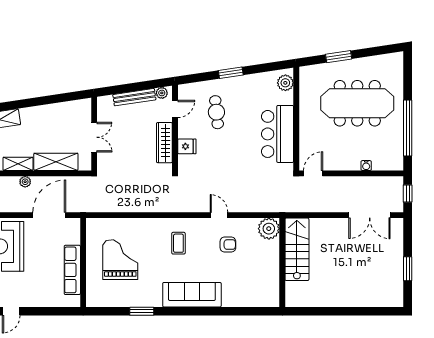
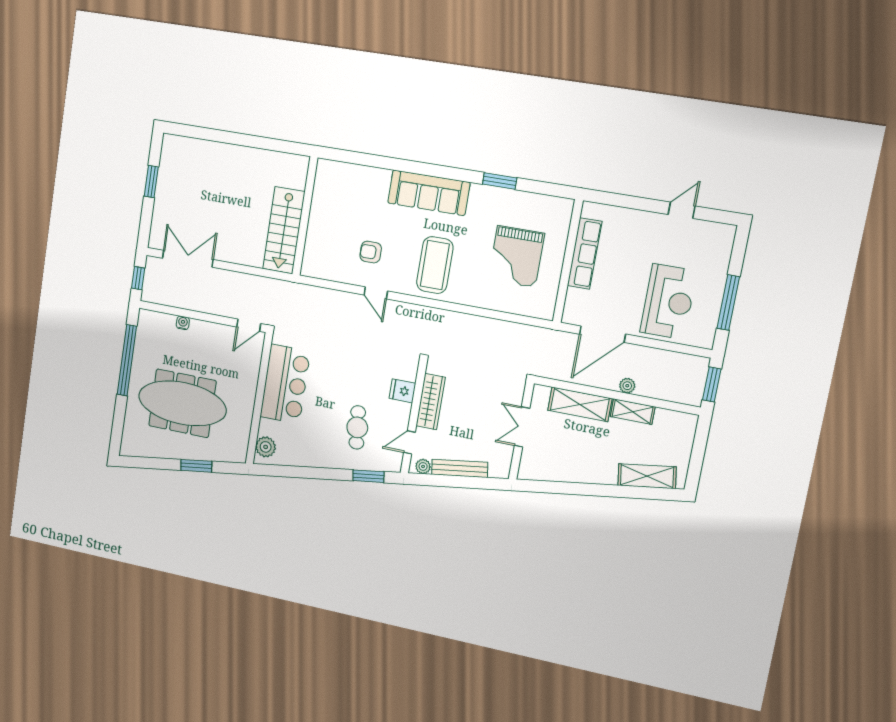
window: (231, 73) -> (368, 476), moved
plant: (269, 229) -> (315, 264), removed
coffee table: (178, 243) -> (435, 265), width x1.86, depth x1.72

